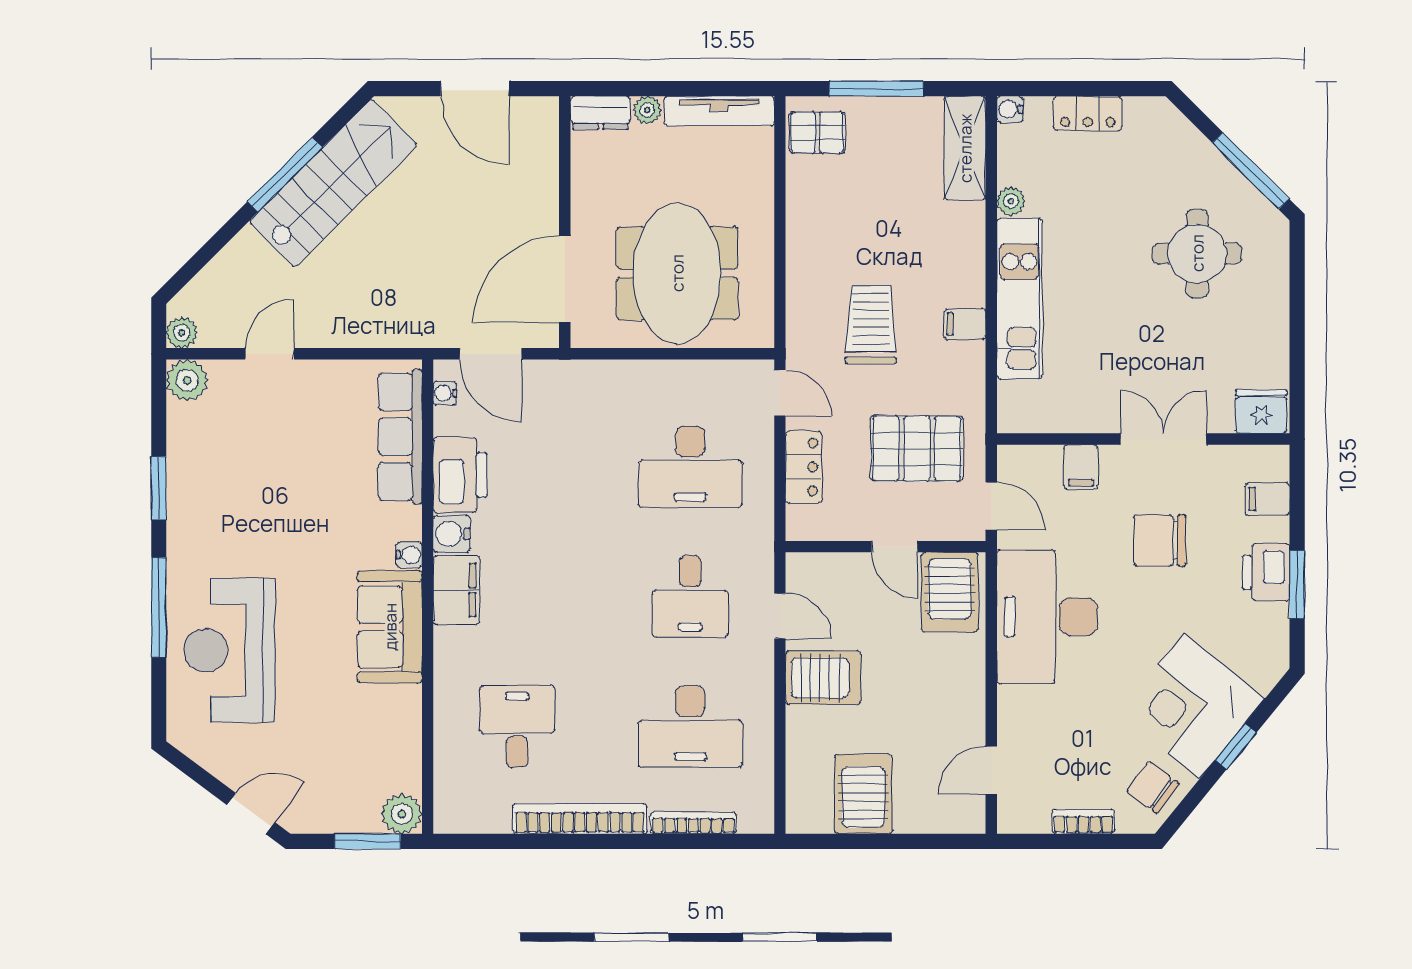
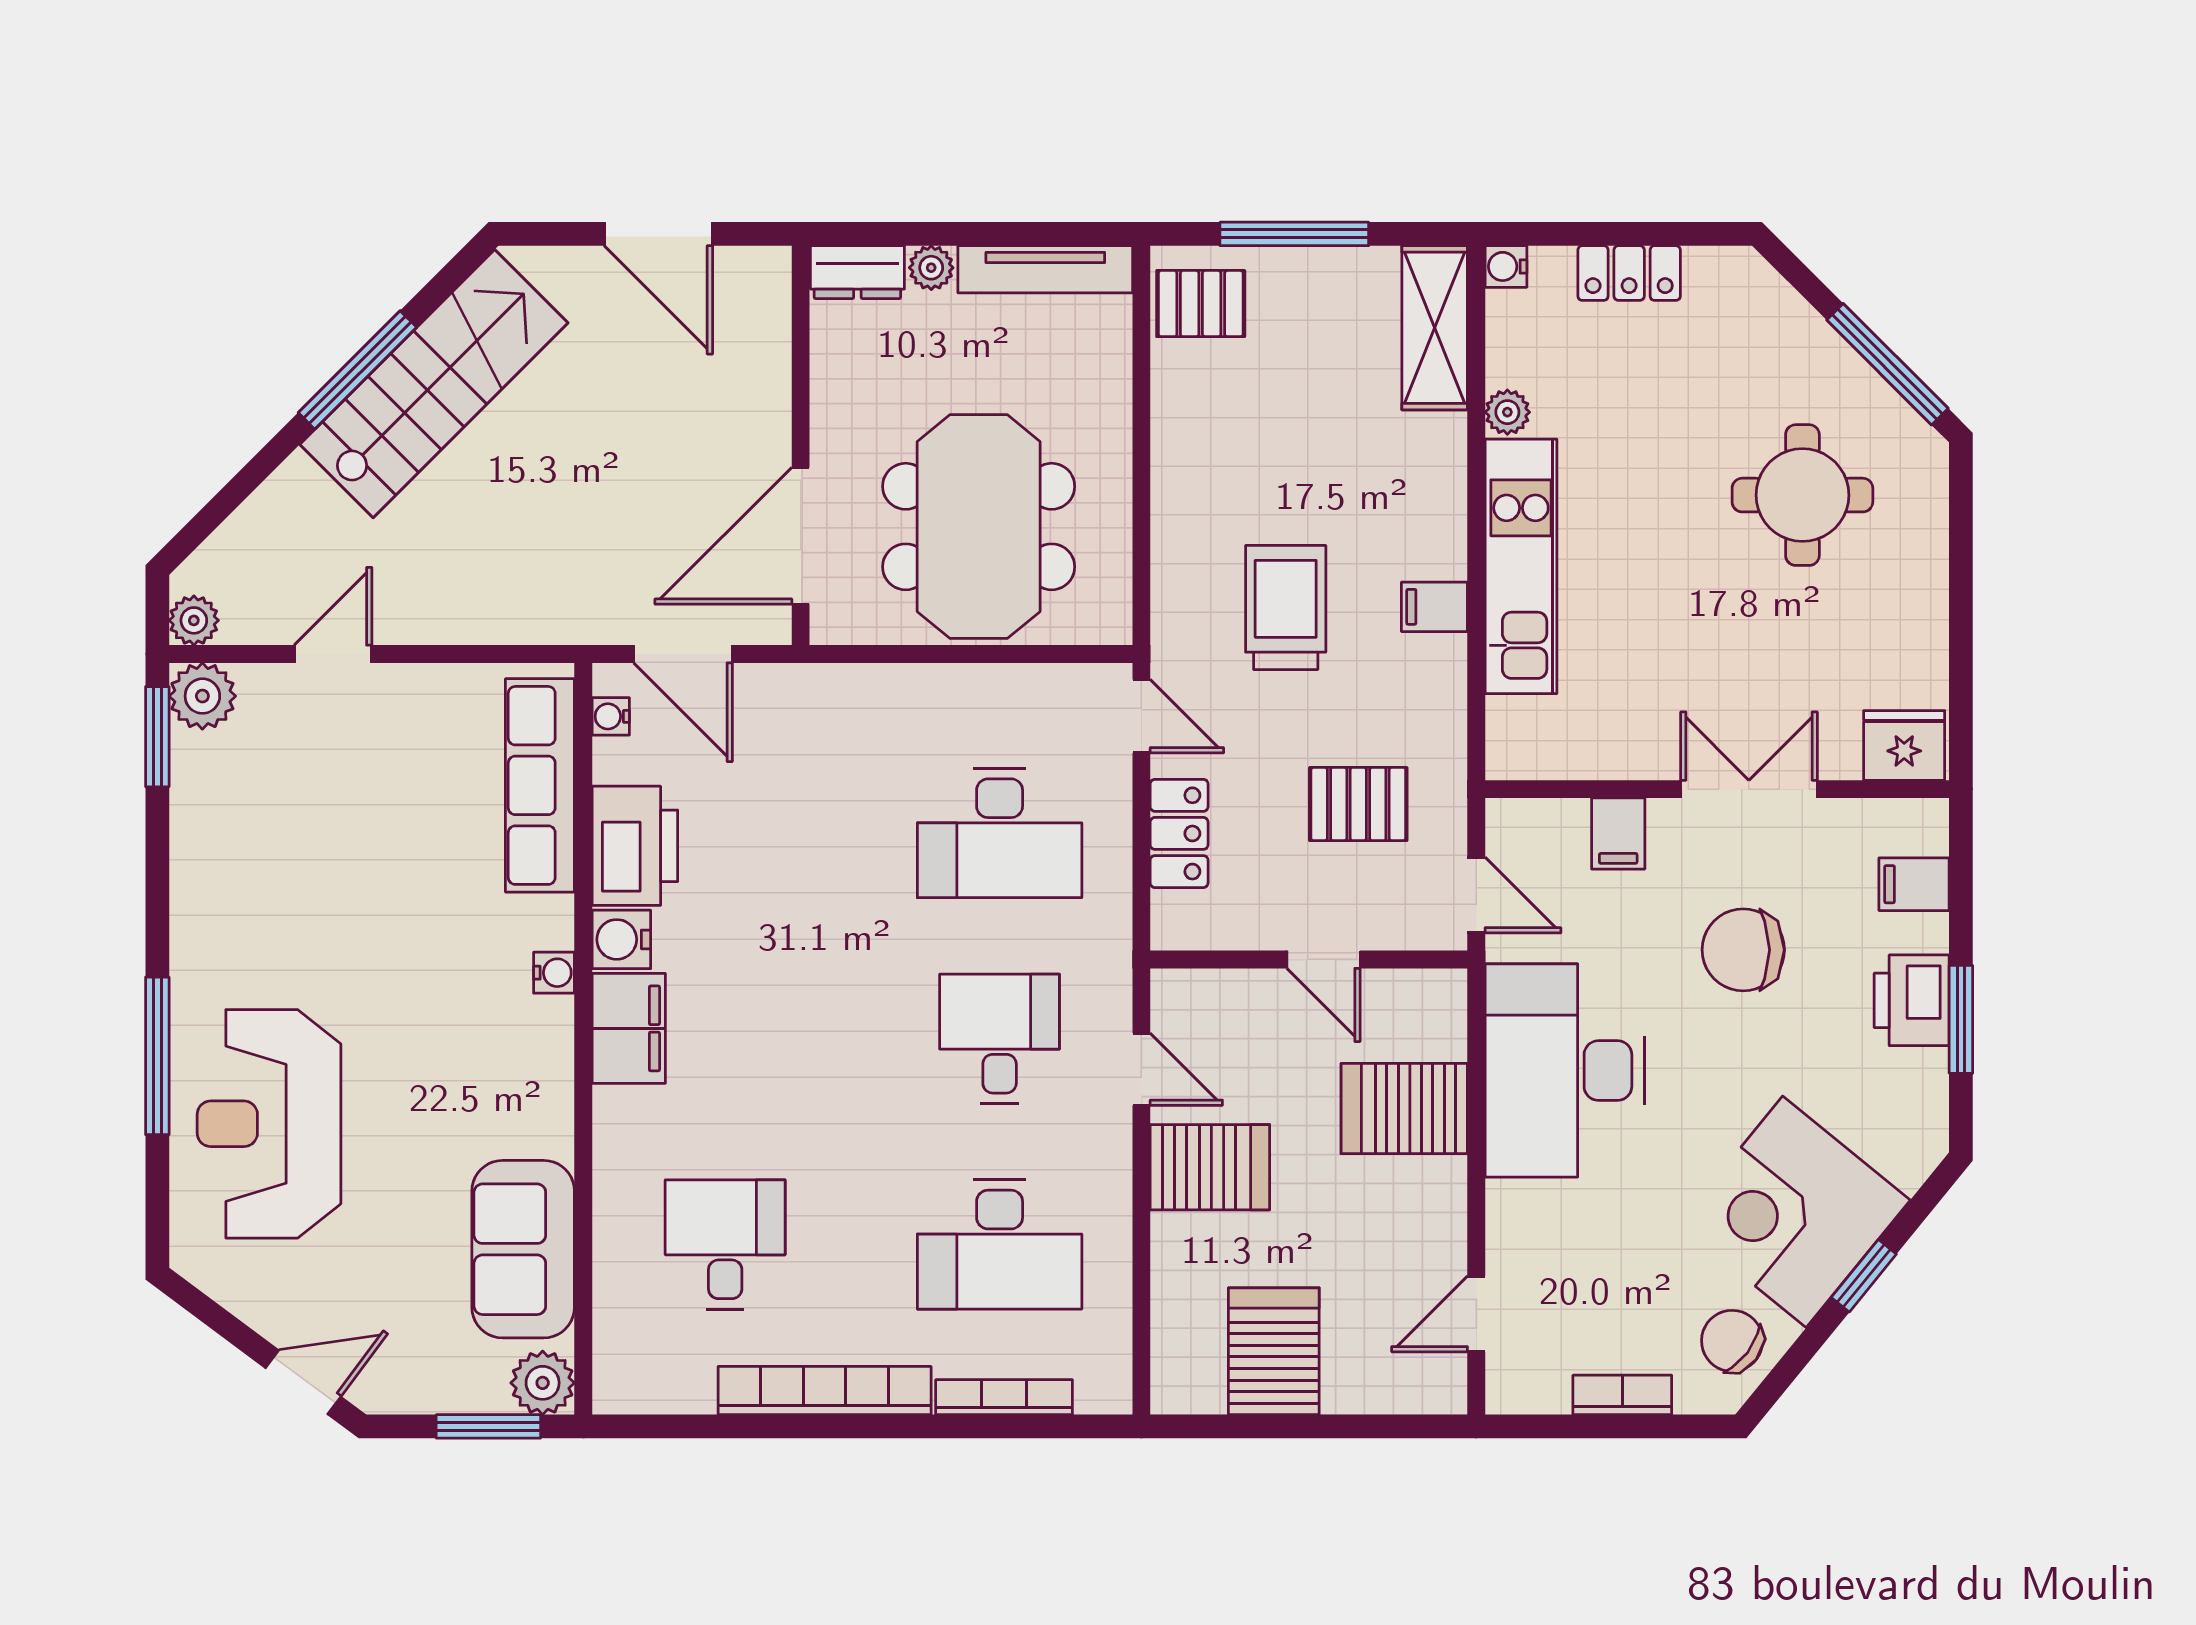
pallet: (917, 448) -> (1358, 804), width x0.67, depth x0.71
window: (159, 488) -> (157, 737), moved
server rack: (950, 592) -> (1404, 1109), moved, turned 90
desk: (690, 597) -> (1000, 1039), turned 180
sofa: (390, 627) -> (523, 1249), moved

